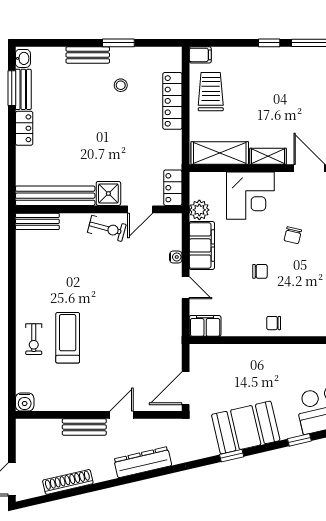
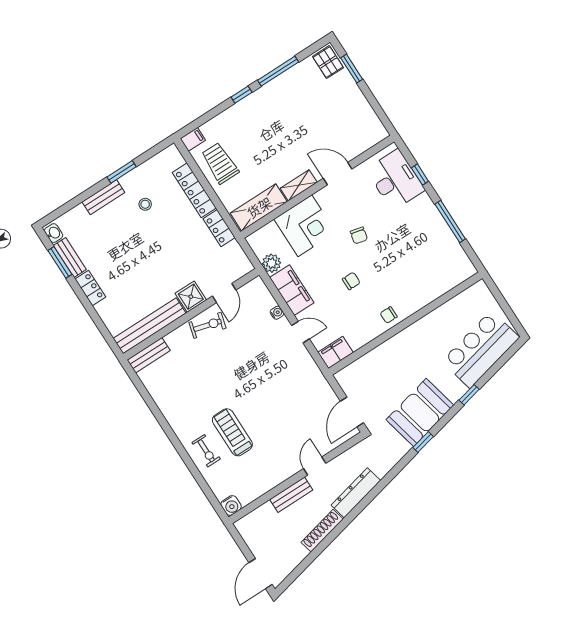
locker: (173, 188) -> (219, 228), moved
shoe rack: (68, 482) -> (322, 531), moved

